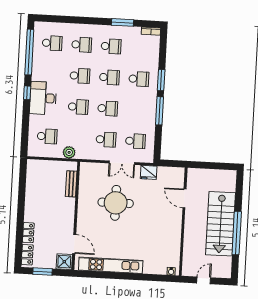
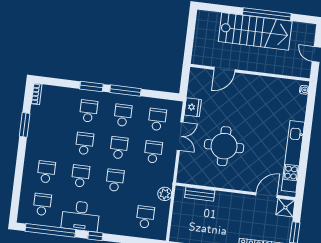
school desk: (111, 46) -> (123, 115), moved
desk: (43, 98) -> (81, 216), moved

